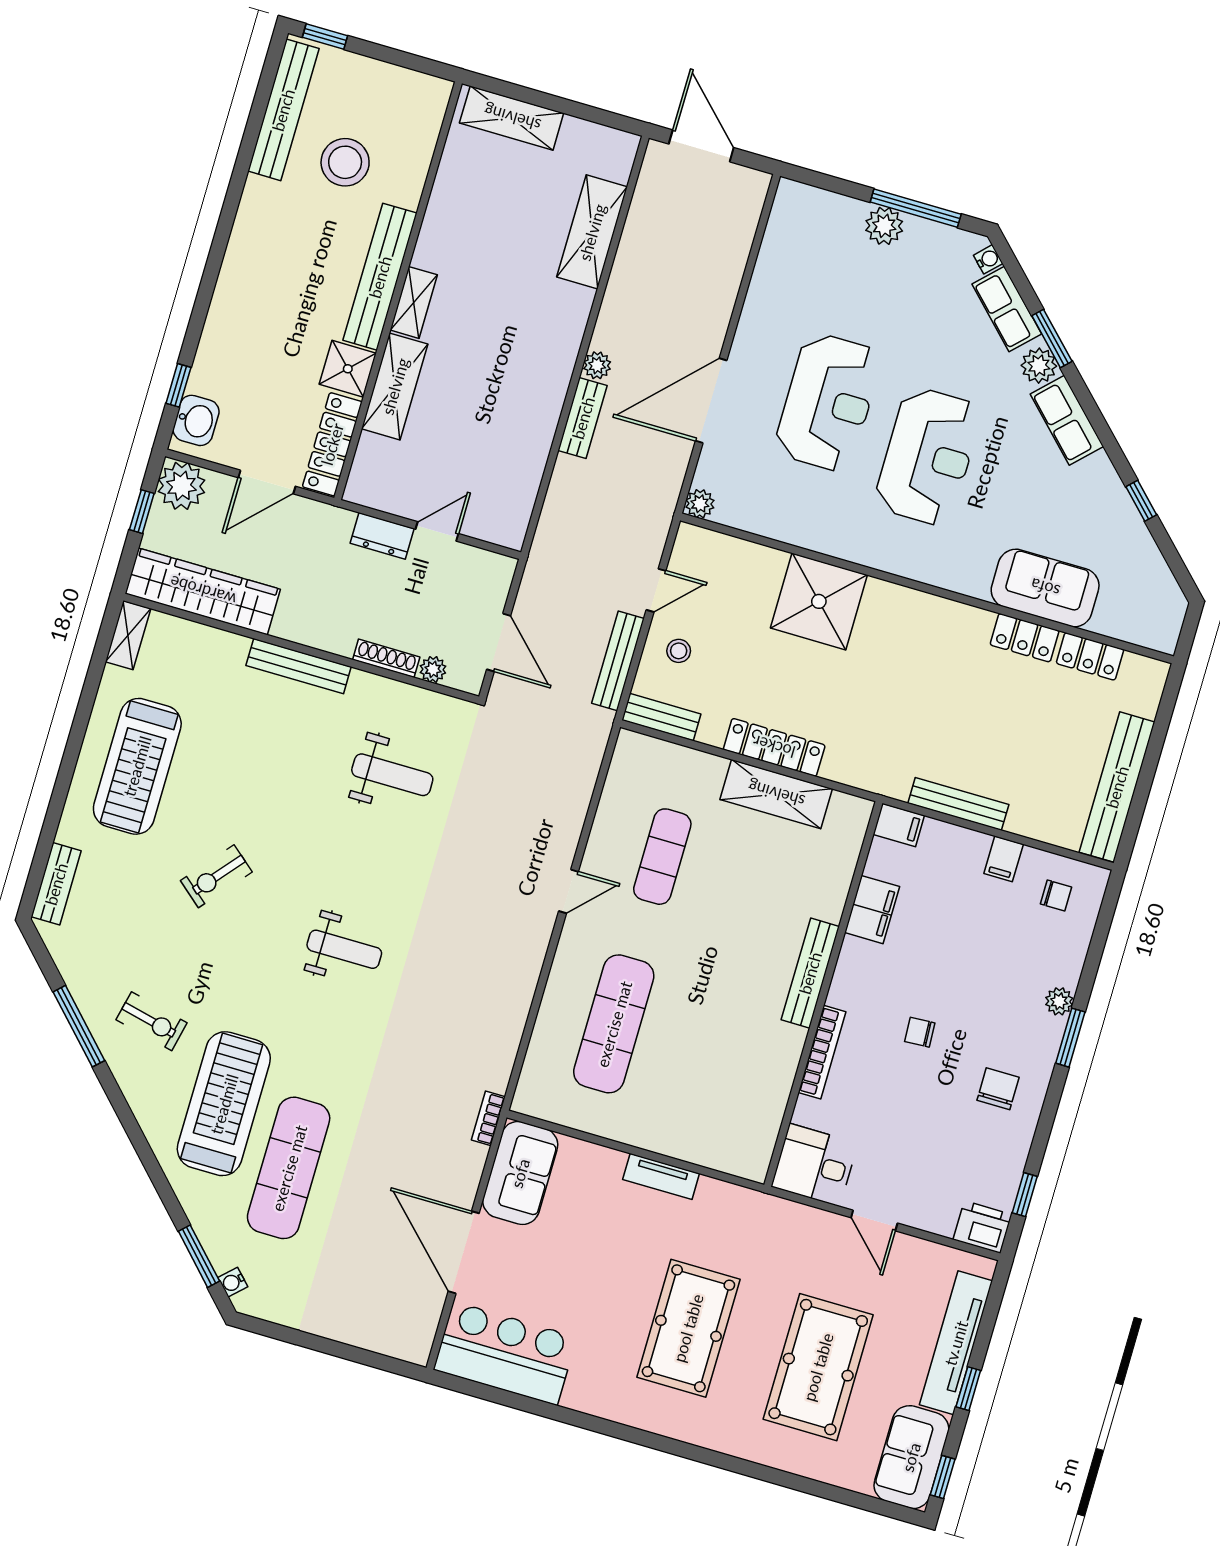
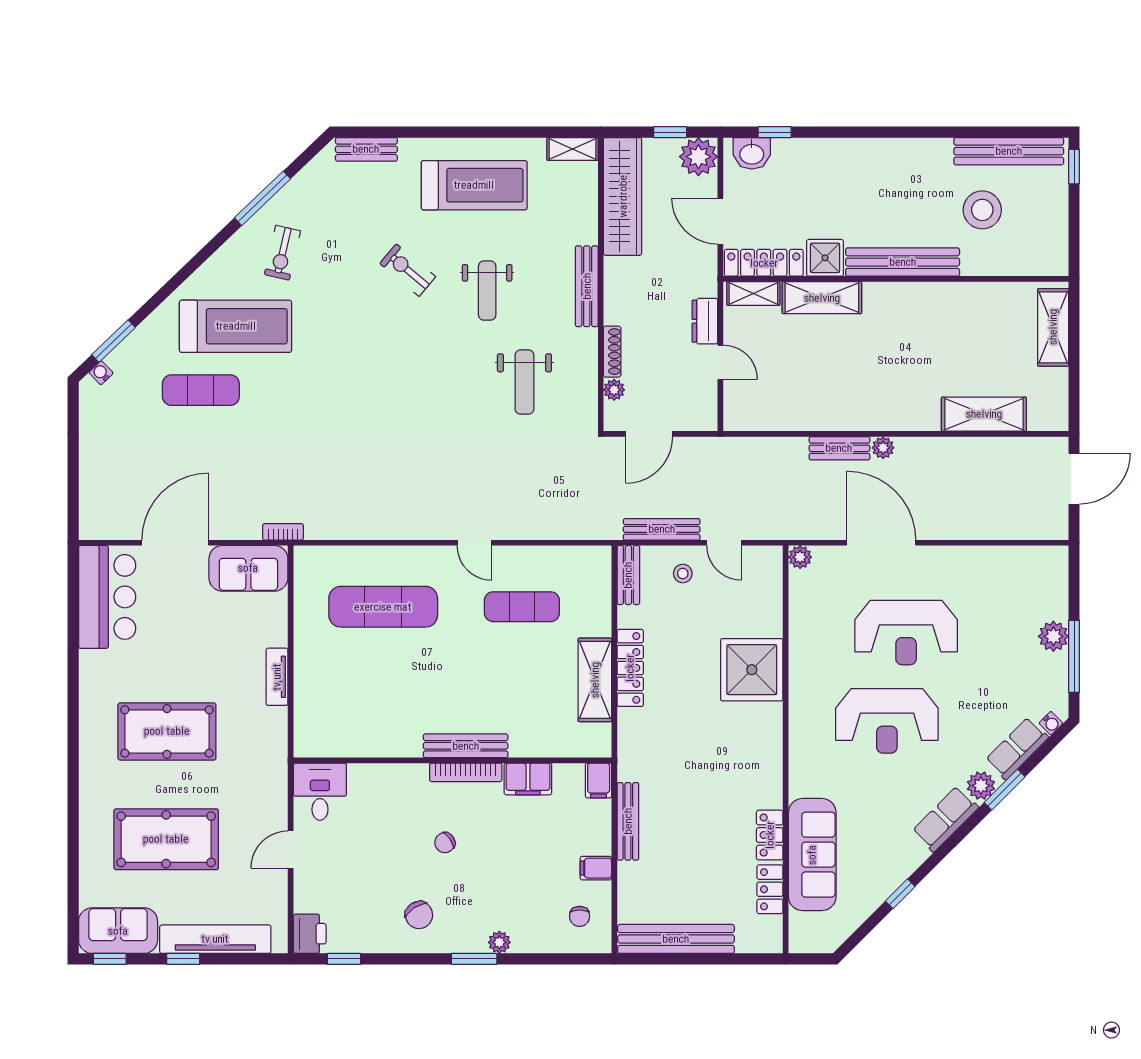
shelving: (414, 302) -> (753, 294), moved
sofa: (1045, 588) -> (812, 855), width x1.36
treadmill: (137, 766) -> (474, 185), turned 180
weight bench: (344, 949) -> (487, 291), moved
chair: (920, 1032) -> (445, 843), turned -121
bookcase: (822, 1052) -> (466, 772), moved
chair: (998, 1089) -> (419, 915), turned 57
exercise mat: (289, 1168) -> (201, 390), width x0.73, depth x0.69

